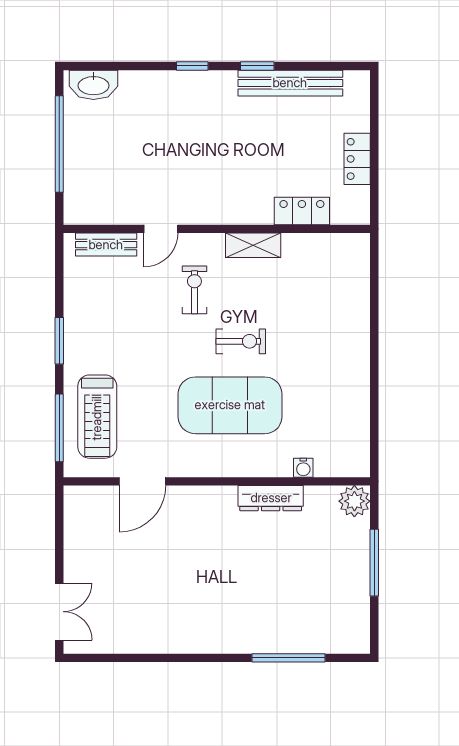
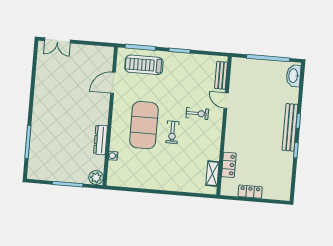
bench: (290, 83) -> (290, 127), moved
shelving: (253, 245) -> (212, 174), moved
door: (142, 481) -> (113, 83), hinge flipped

